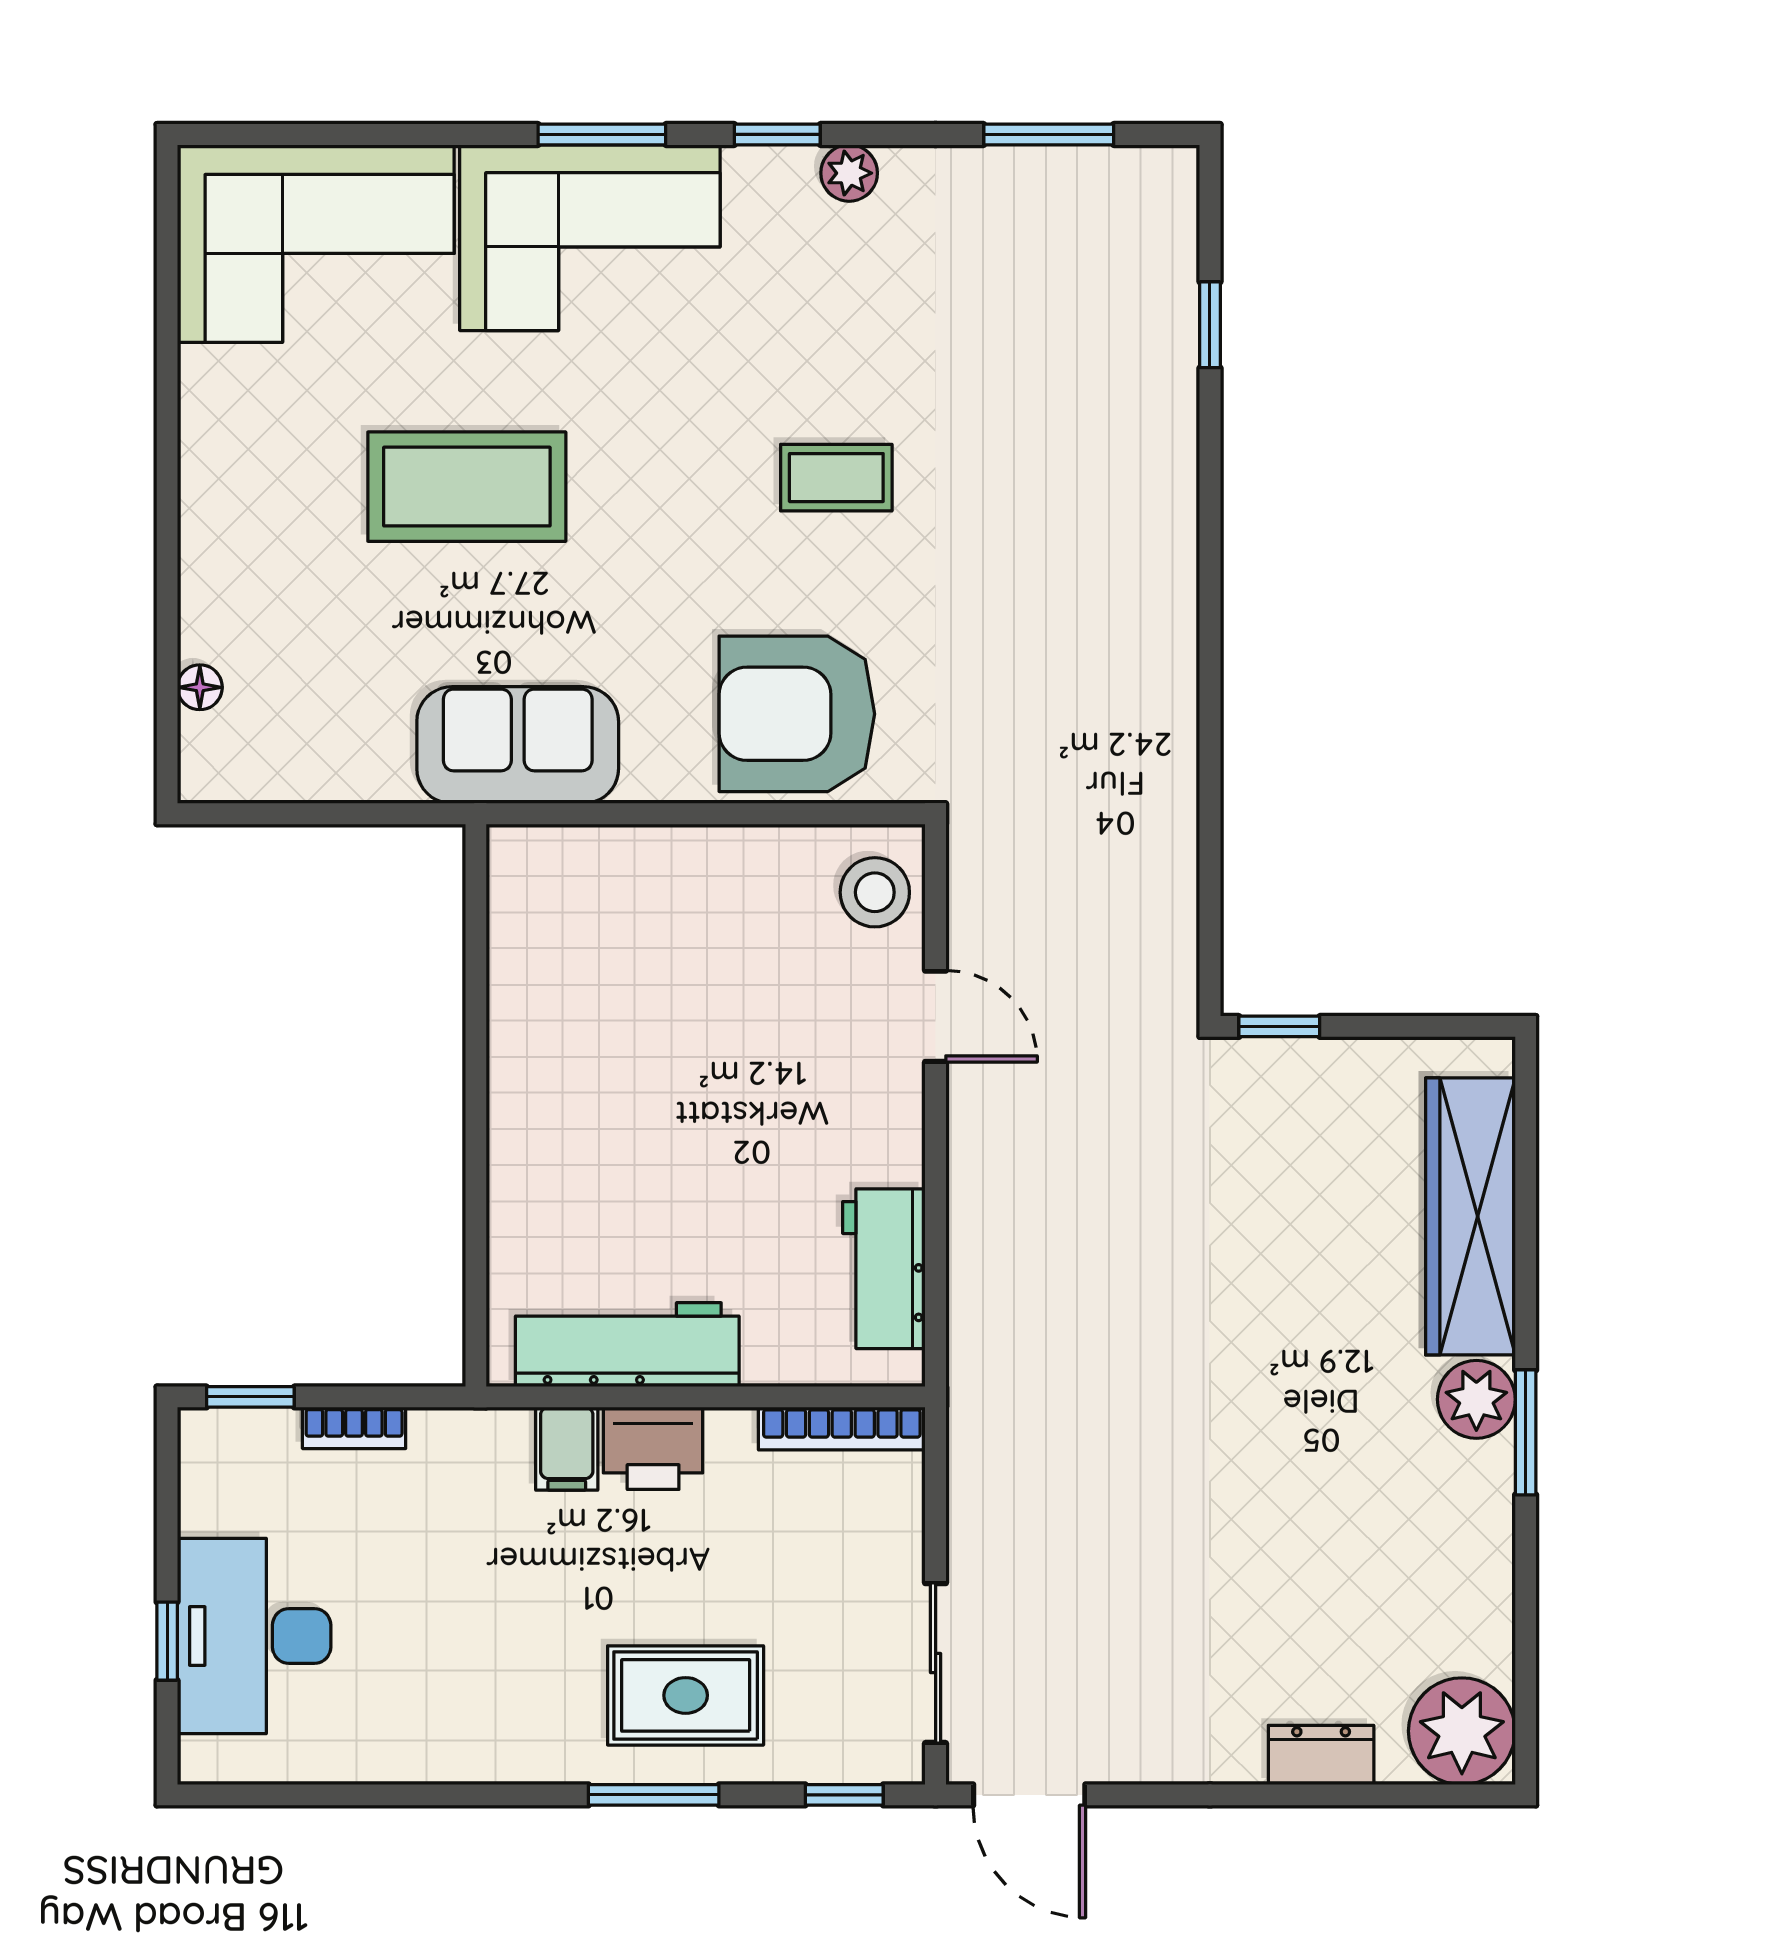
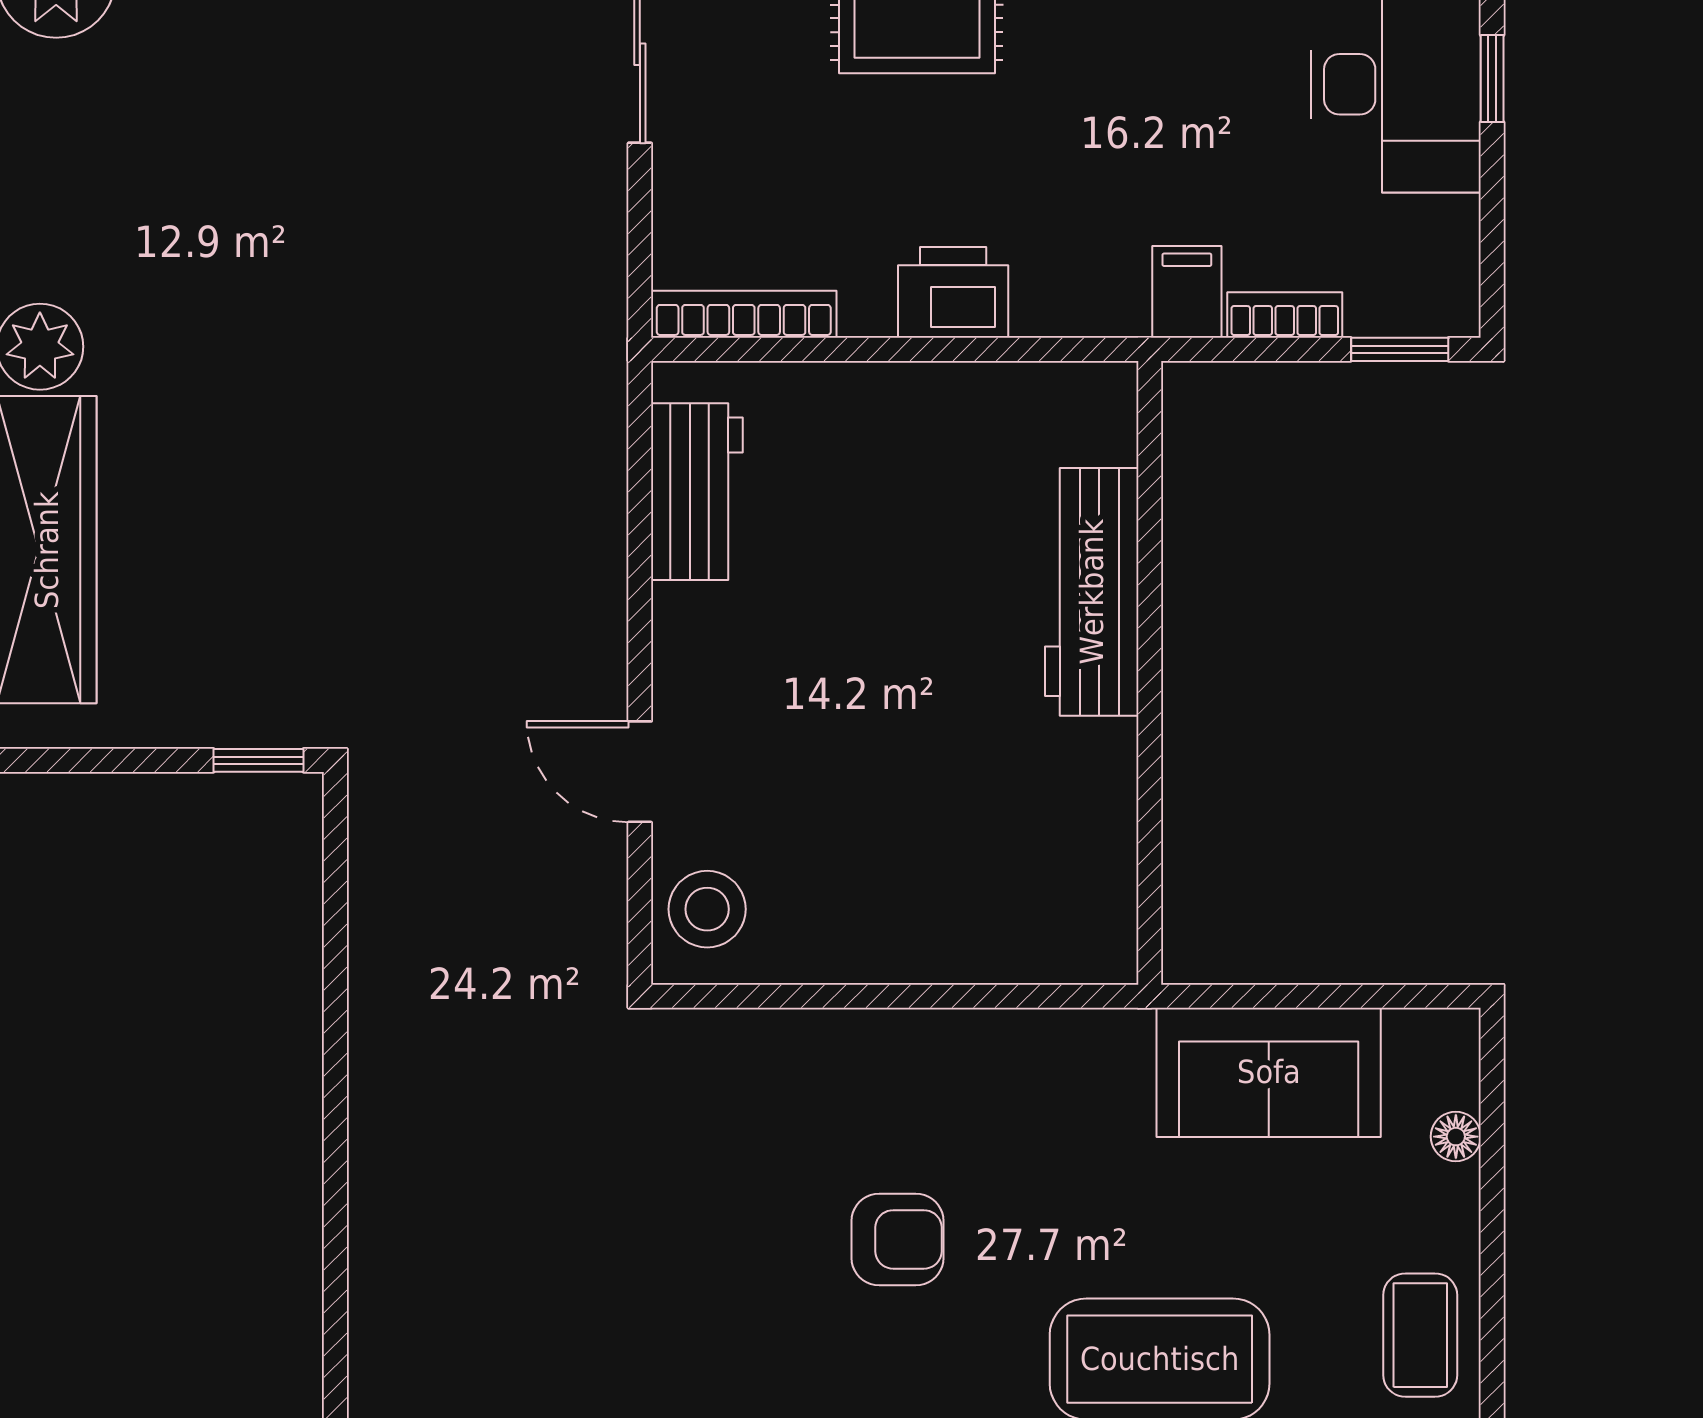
coffee table: (836, 478) -> (1420, 1335), moved, turned 90
armchair: (797, 714) -> (897, 1239), moved, width x0.53, depth x0.53
sofa: (518, 745) -> (1269, 1072), moved
workbench: (627, 1345) -> (1092, 592), moved, turned 90
filing cabinet: (567, 1449) -> (1187, 292), moved

